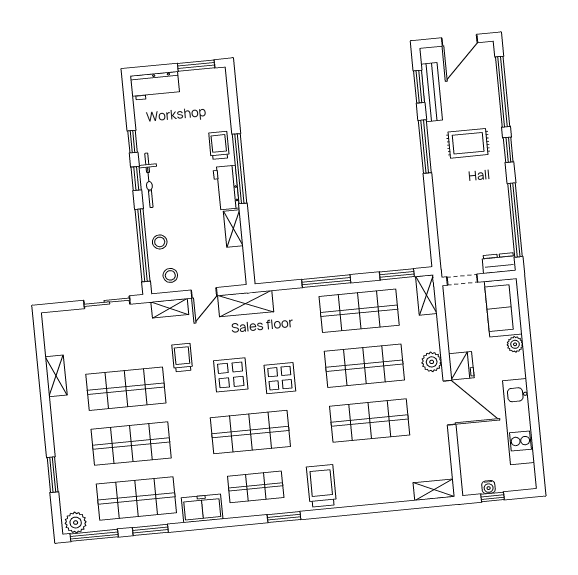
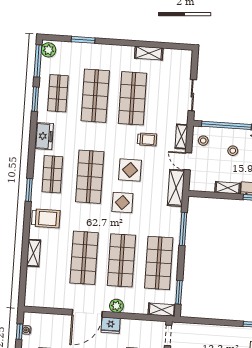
stool: (160, 242) -> (233, 151), moved
window: (326, 281) -> (183, 229), moved
shelving: (434, 490) -> (34, 253), moved
shop shelf: (136, 498) -> (58, 93), width x0.70, depth x0.74

